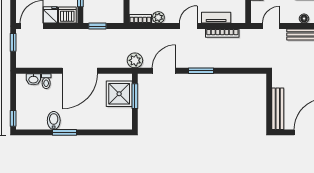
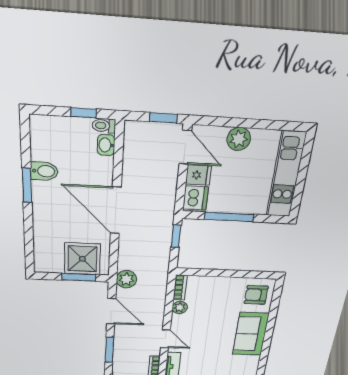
toilet: (46, 81) -> (104, 126), moved
window: (13, 118) -> (84, 113), moved

